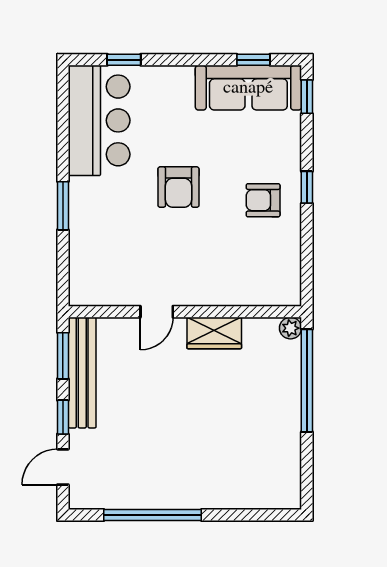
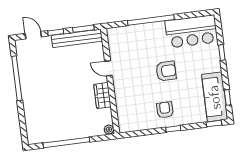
window: (124, 60) -> (222, 53), moved
armchair: (178, 187) -> (166, 71), turned 180
window: (63, 206) -> (151, 20), width x2.11
window: (307, 381) -> (66, 142), moved

